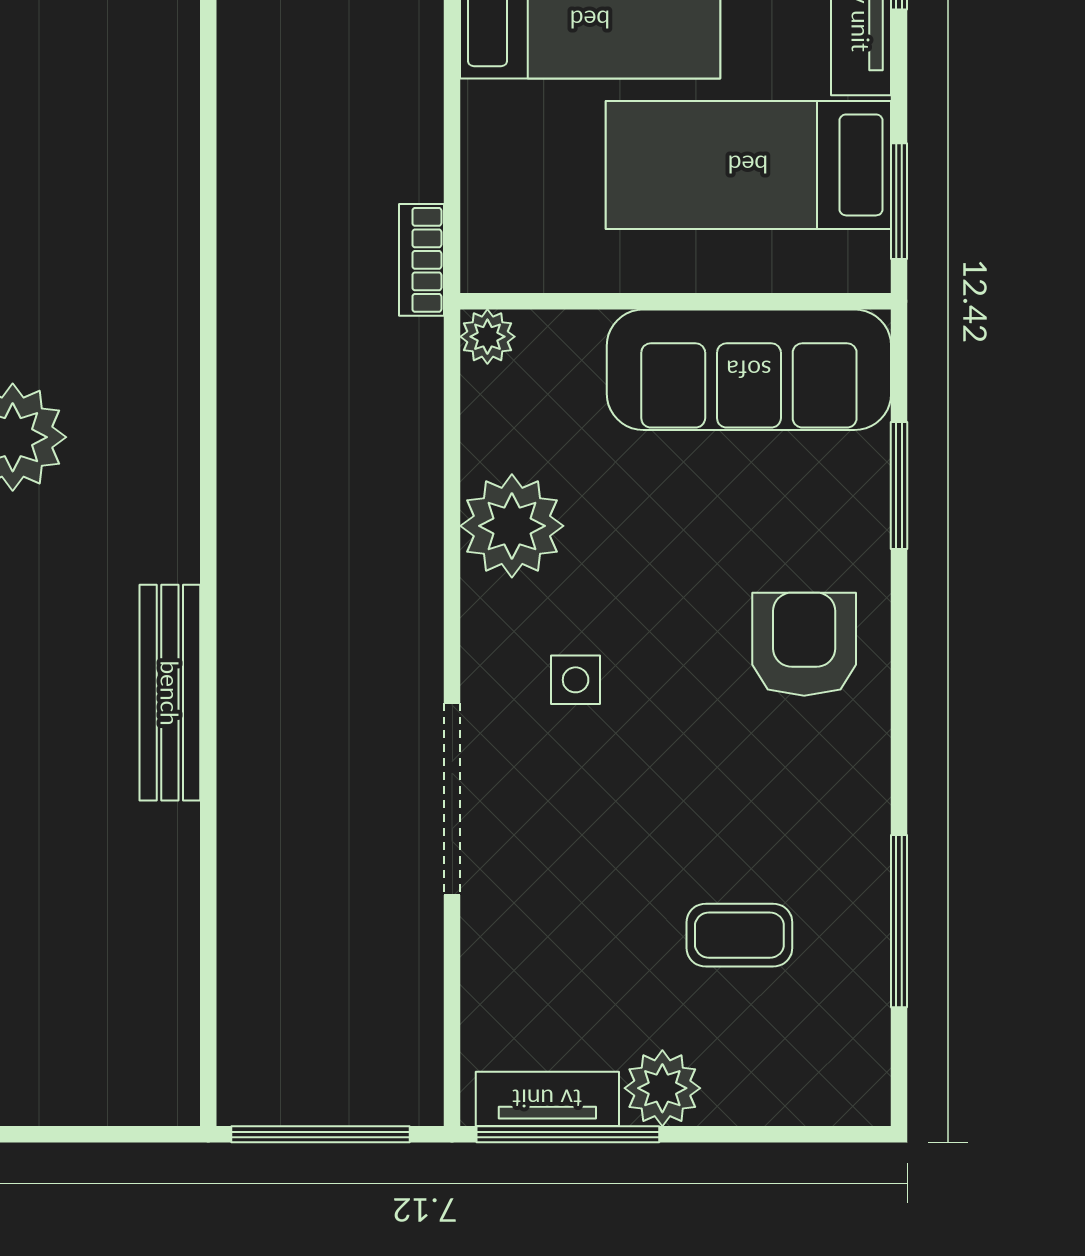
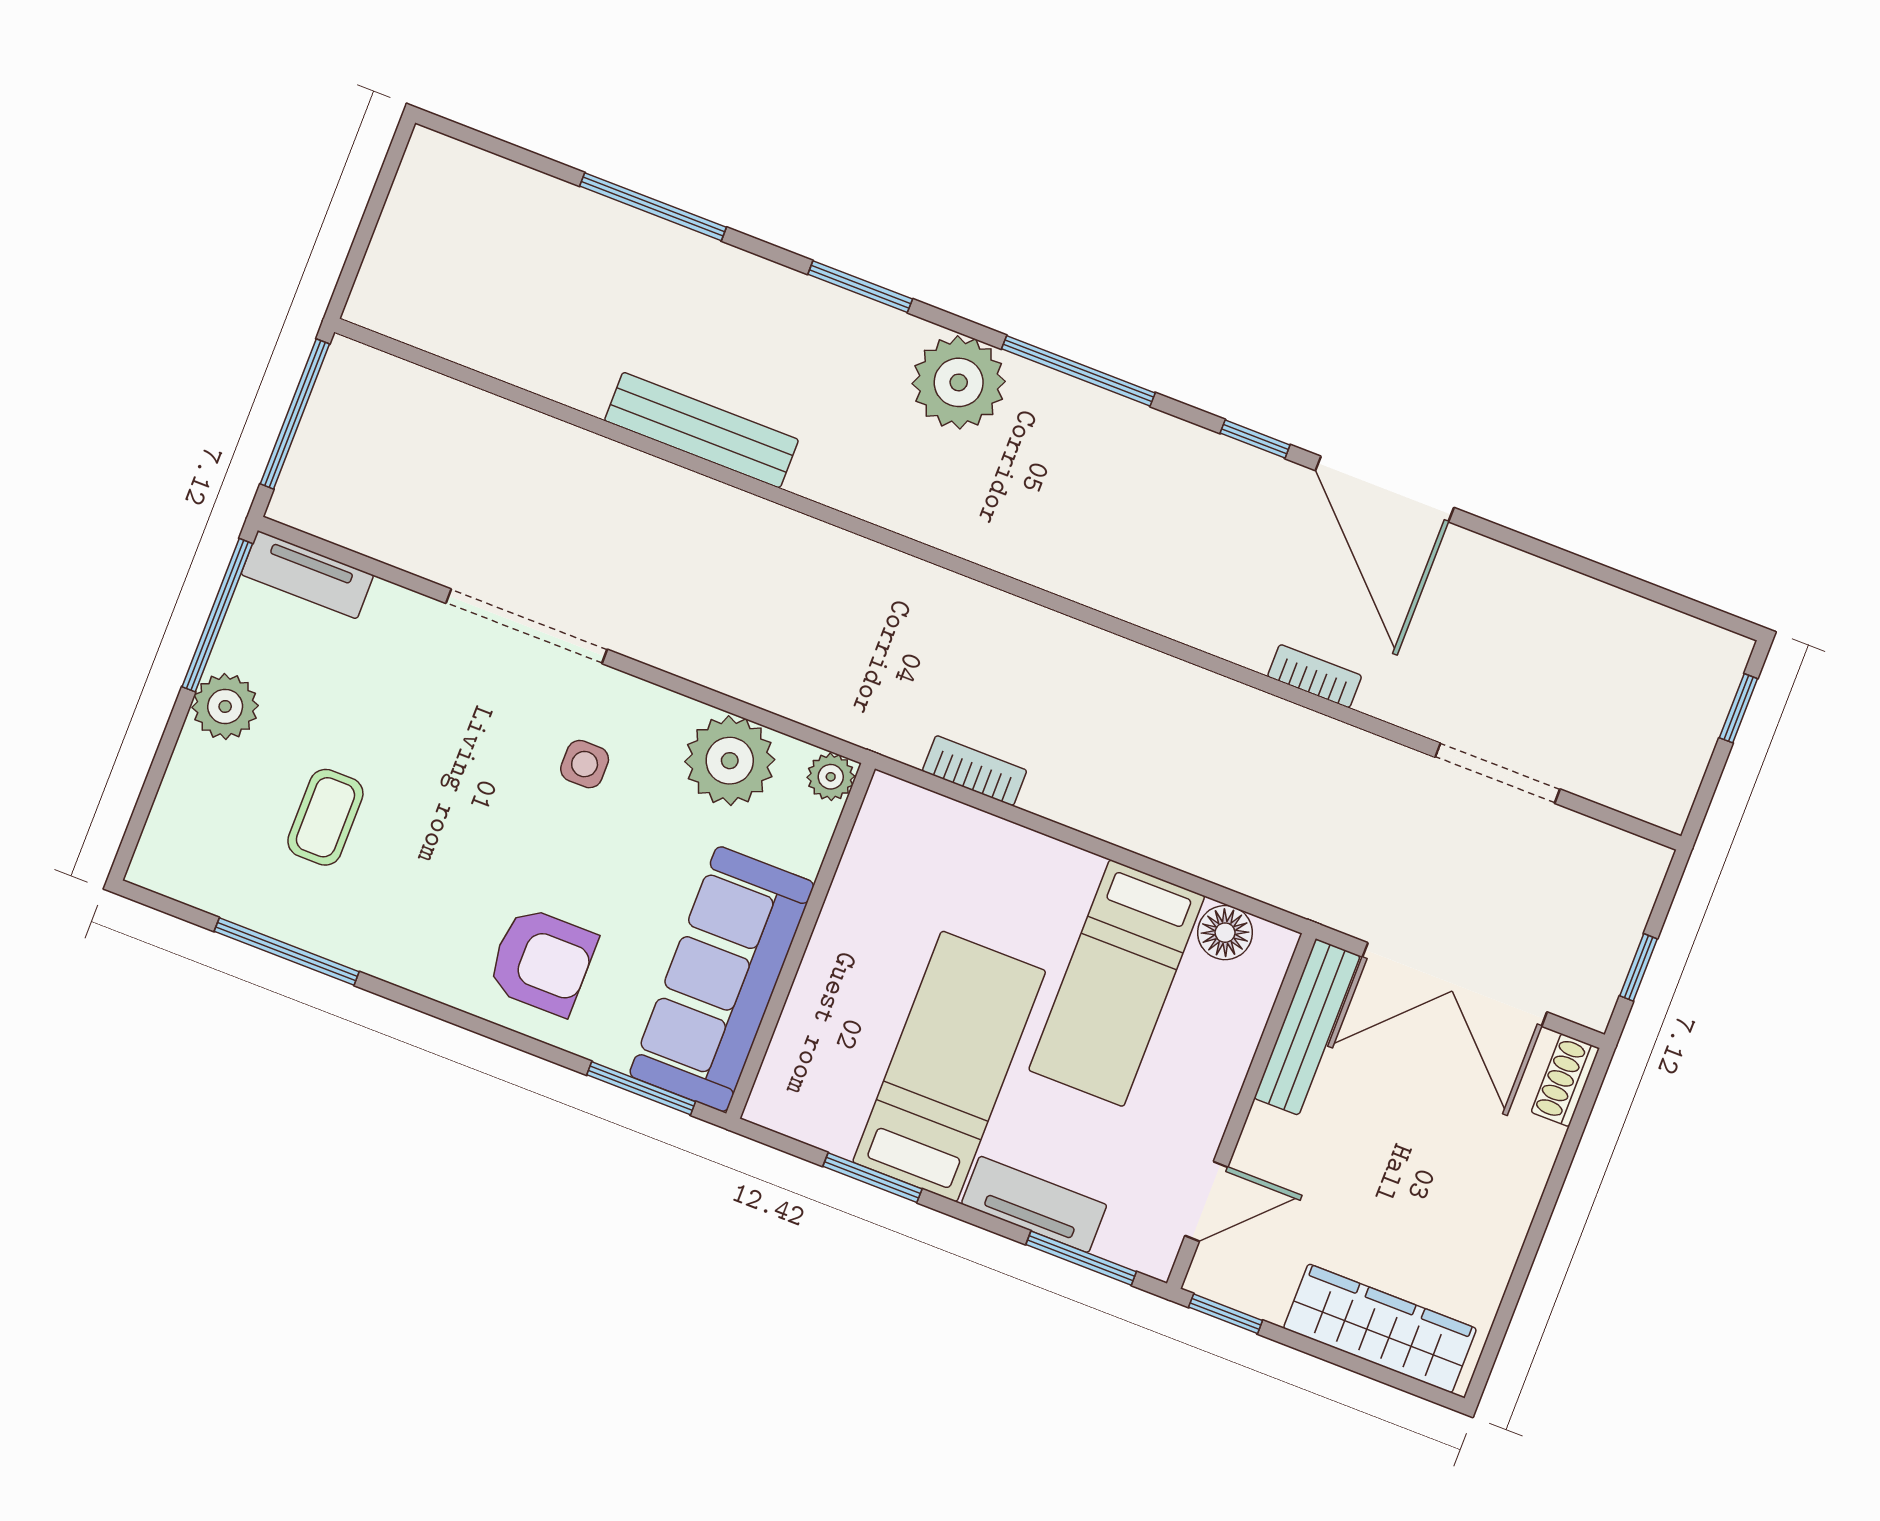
wall: (676, 301) -> (800, 941), moved
plant: (487, 337) -> (831, 777), moved
sofa: (749, 370) -> (722, 979), moved
tv unit: (547, 1099) -> (307, 575), moved, turned 90

